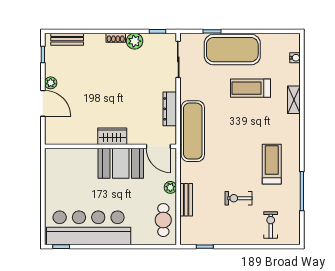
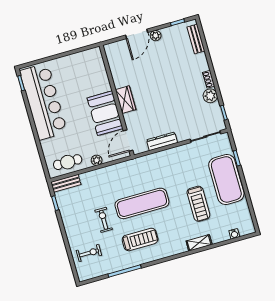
treadmill: (250, 88) -> (198, 204), turned 180
exercise mat: (193, 131) -> (142, 203), moved
bench: (186, 200) -> (66, 183), moved

